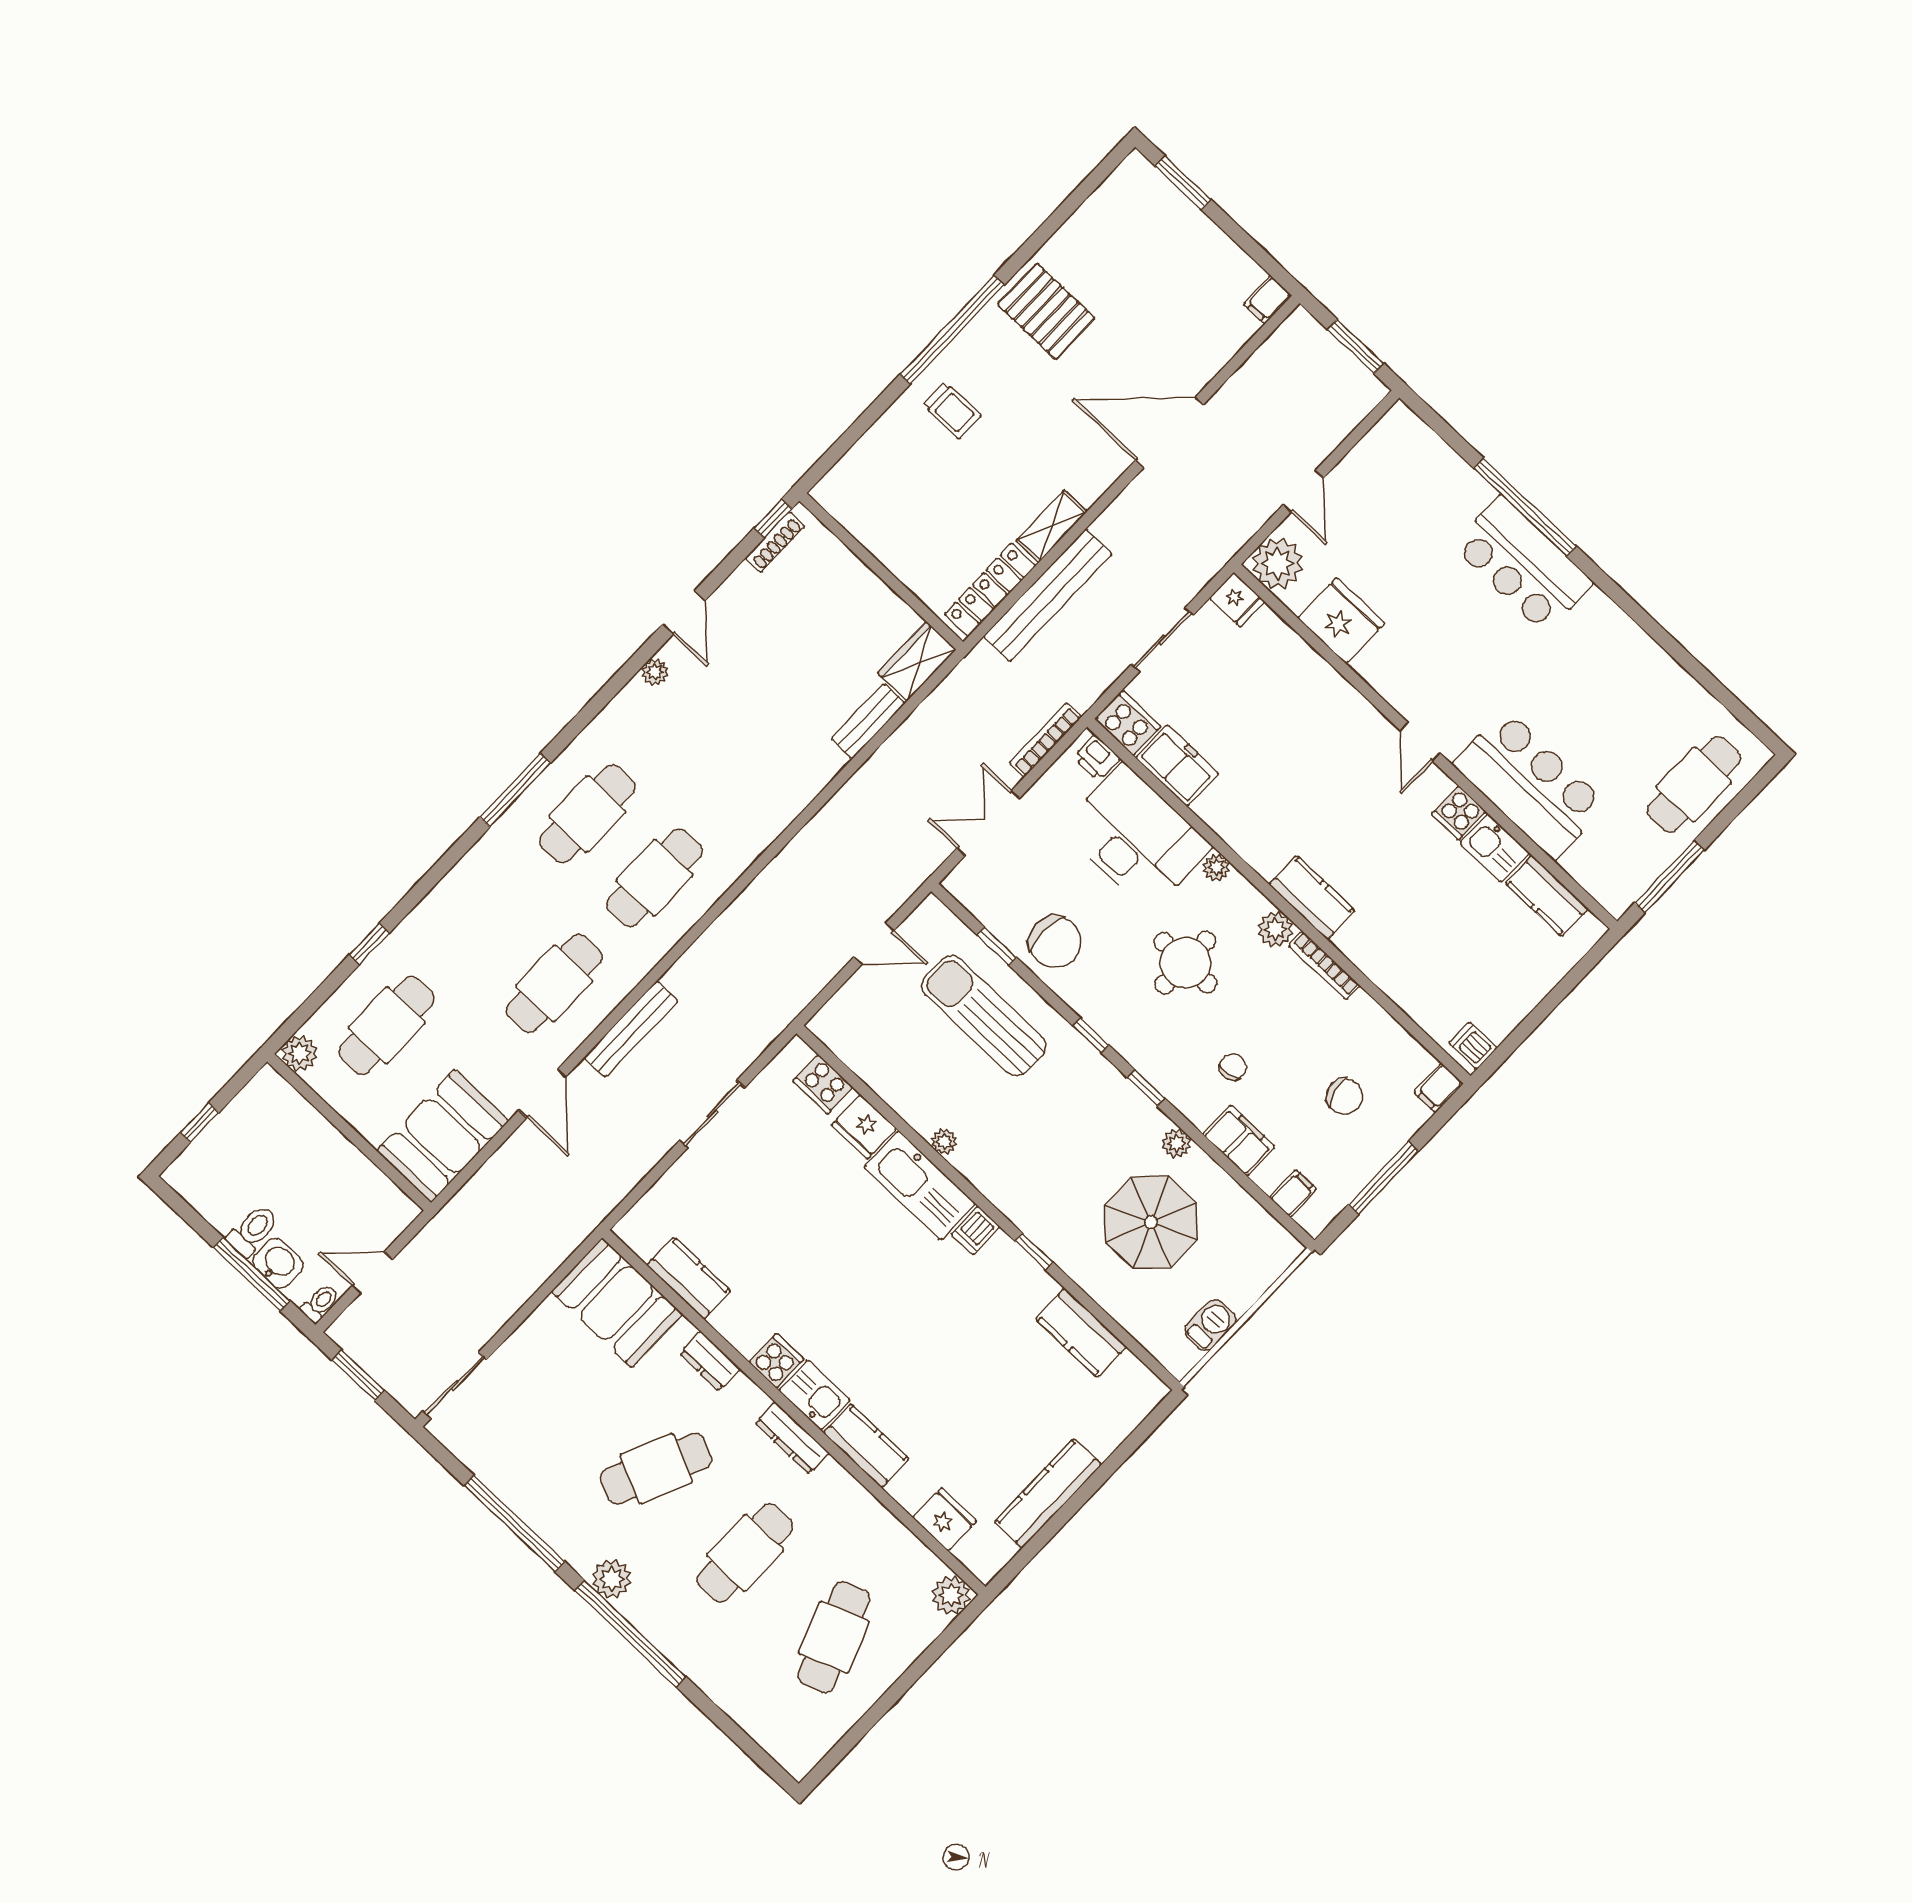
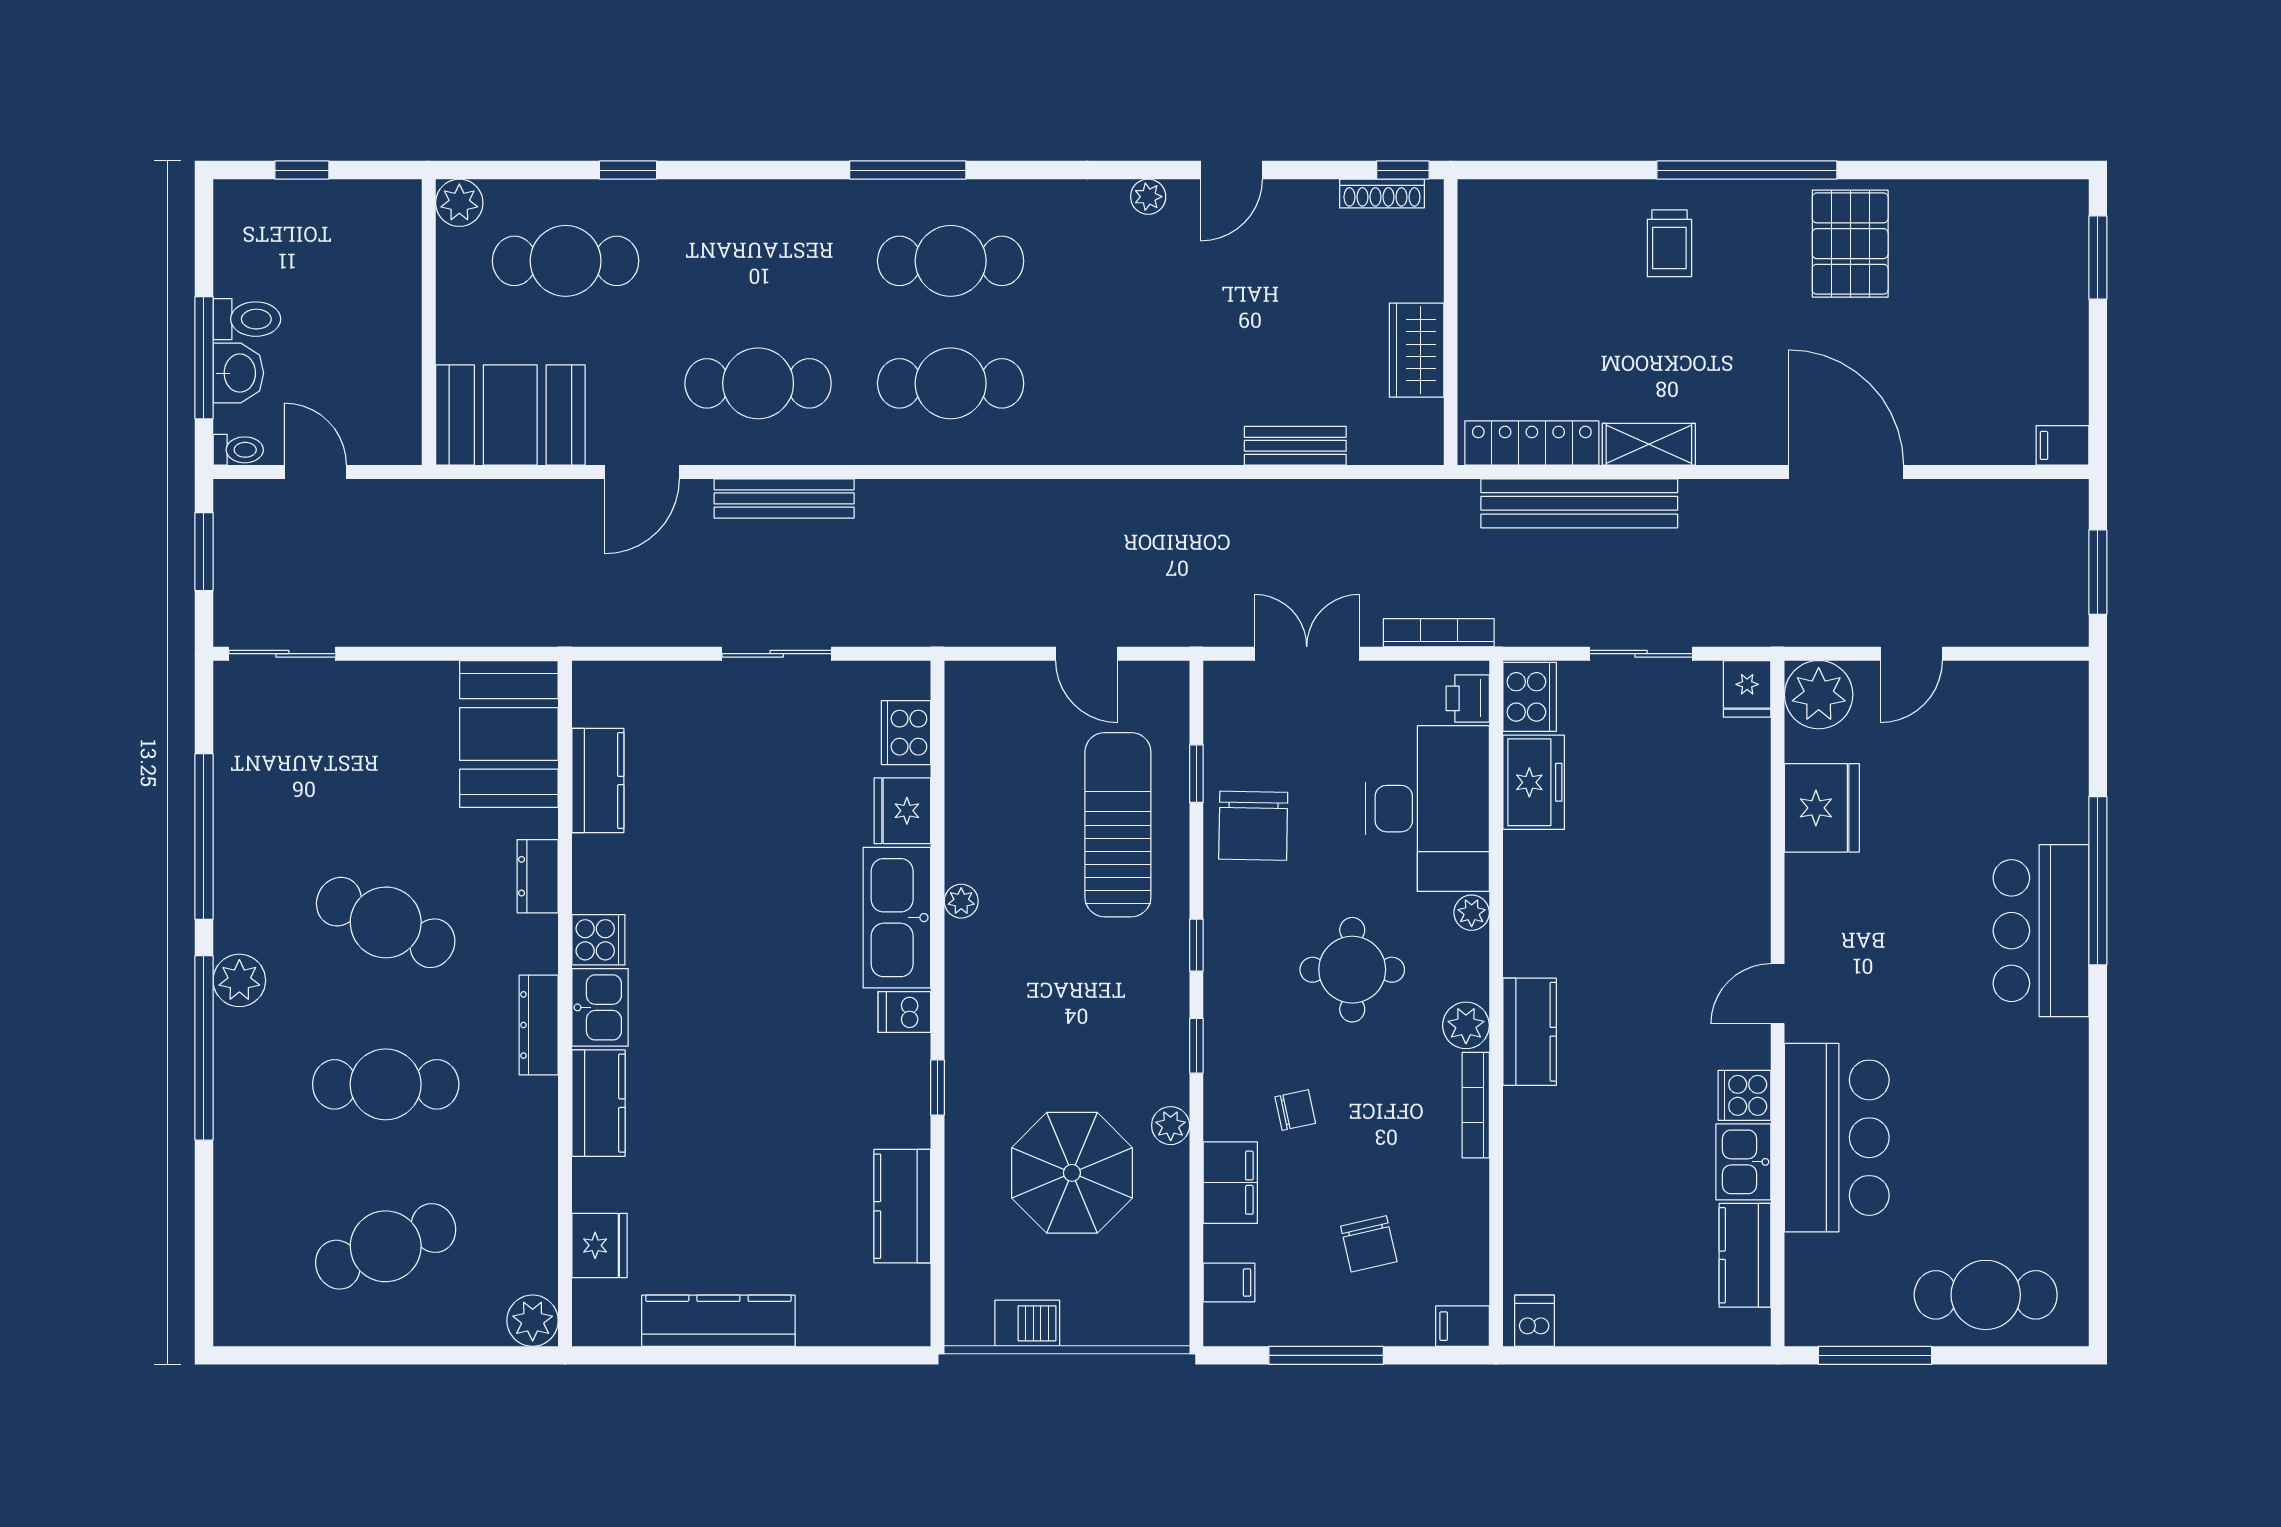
wardrobe: (917, 661) -> (1417, 350), moved, turned -90

